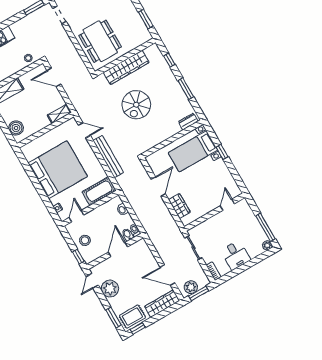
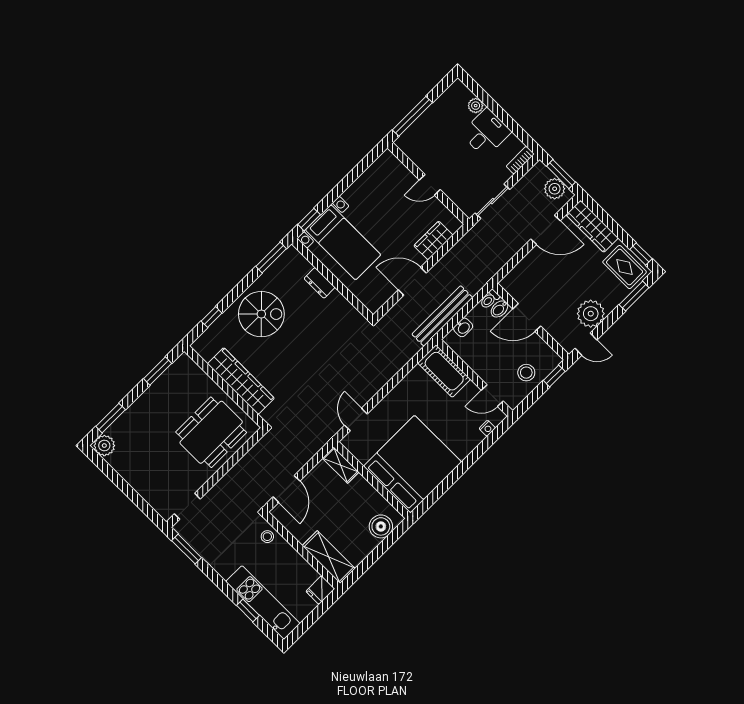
window: (186, 89) -> (271, 257), moved
spiral stairs: (136, 105) -> (261, 314), moved
dresser: (188, 122) -> (320, 283), moved
window: (222, 152) -> (309, 220), moved
bench: (108, 156) -> (442, 316), moved
bed: (58, 170) -> (412, 464), moved, turned 90
door: (227, 205) -> (430, 185), moved
window: (265, 227) -> (412, 116), moved
plant: (267, 245) -> (476, 106), moved
door: (168, 275) -> (546, 230), hinge flipped

